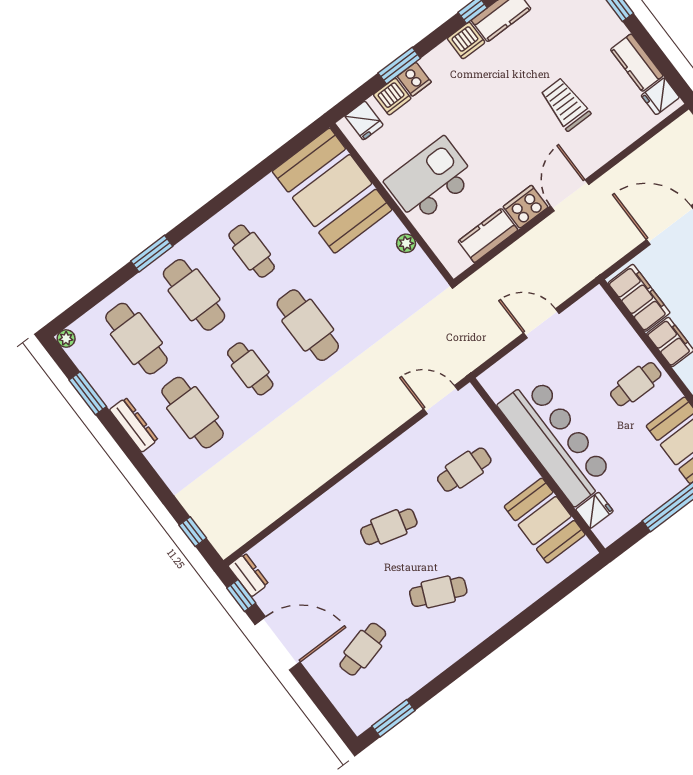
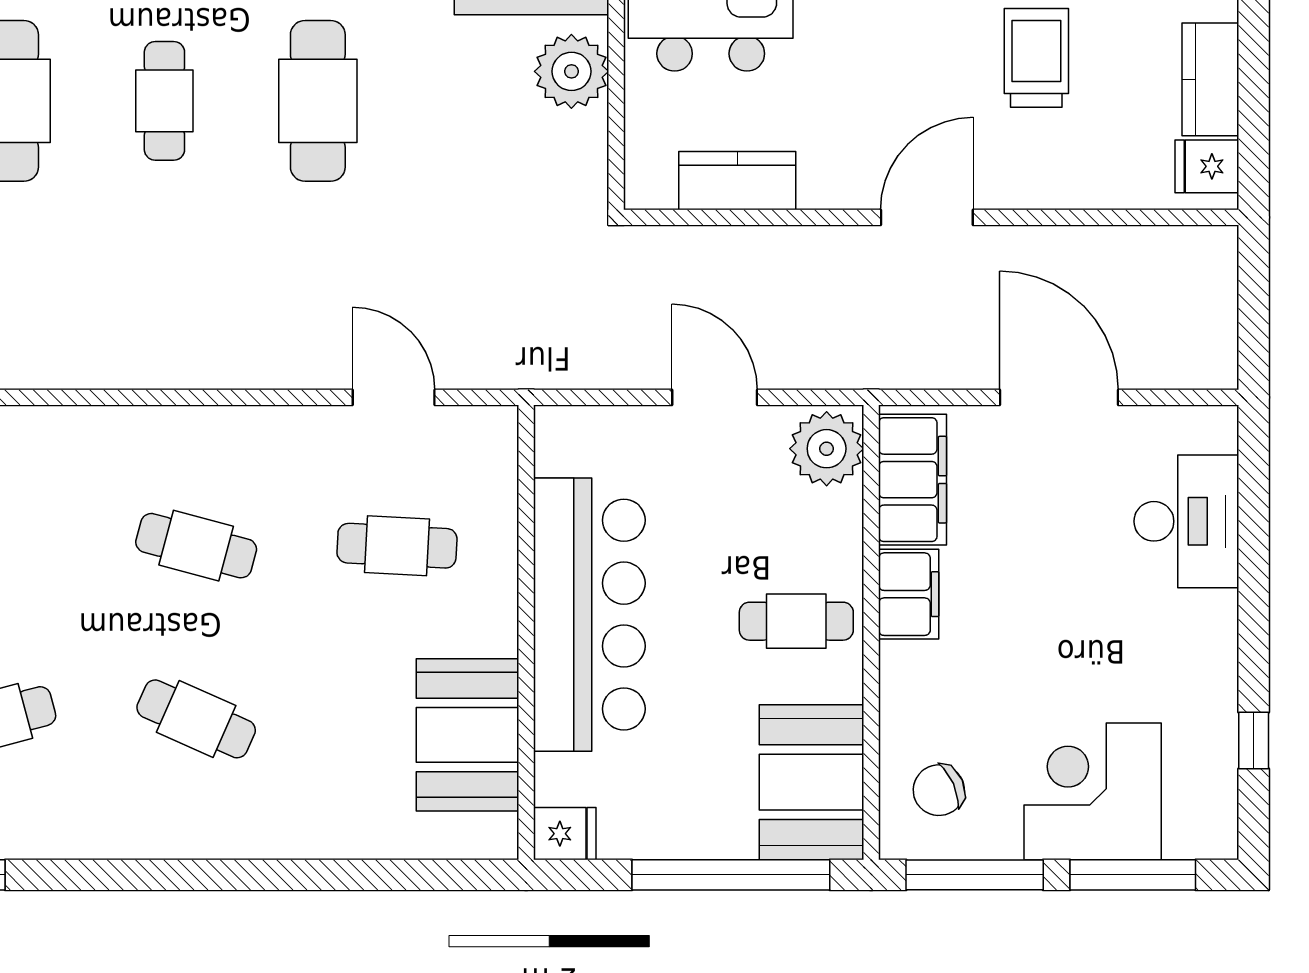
cooker: (526, 207) -> (838, 180), removed
plant: (406, 243) -> (571, 71), width x1.88, depth x1.88
plant: (598, 311) -> (827, 449), added
door: (441, 400) -> (394, 397), moved
fridge: (595, 510) -> (565, 834), moved

